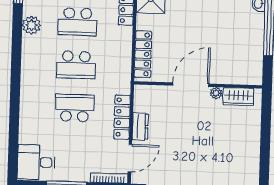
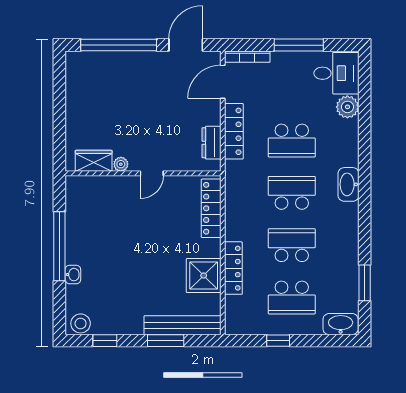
plant: (31, 25) -> (347, 107), moved
washbasin: (29, 70) -> (348, 184), added
door: (191, 85) -> (152, 173), width x0.53
dresser: (140, 127) -> (211, 143), moved

